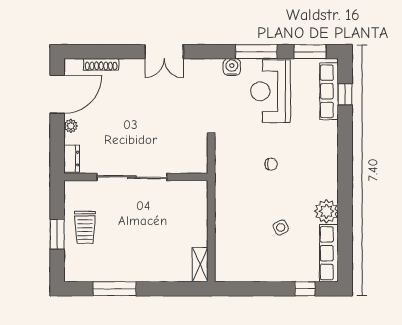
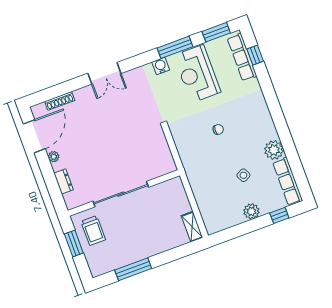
sliding door: (132, 177) -> (121, 194), moved
wall: (136, 177) -> (124, 193), moved
plant: (275, 272) -> (251, 211), added

